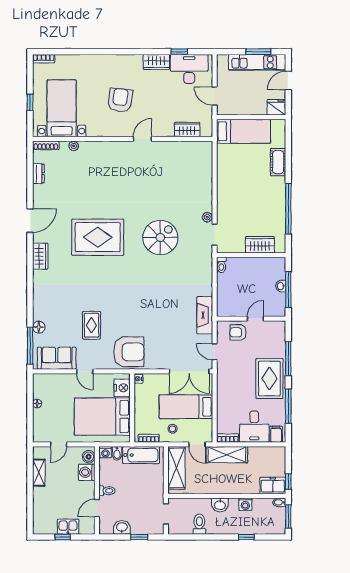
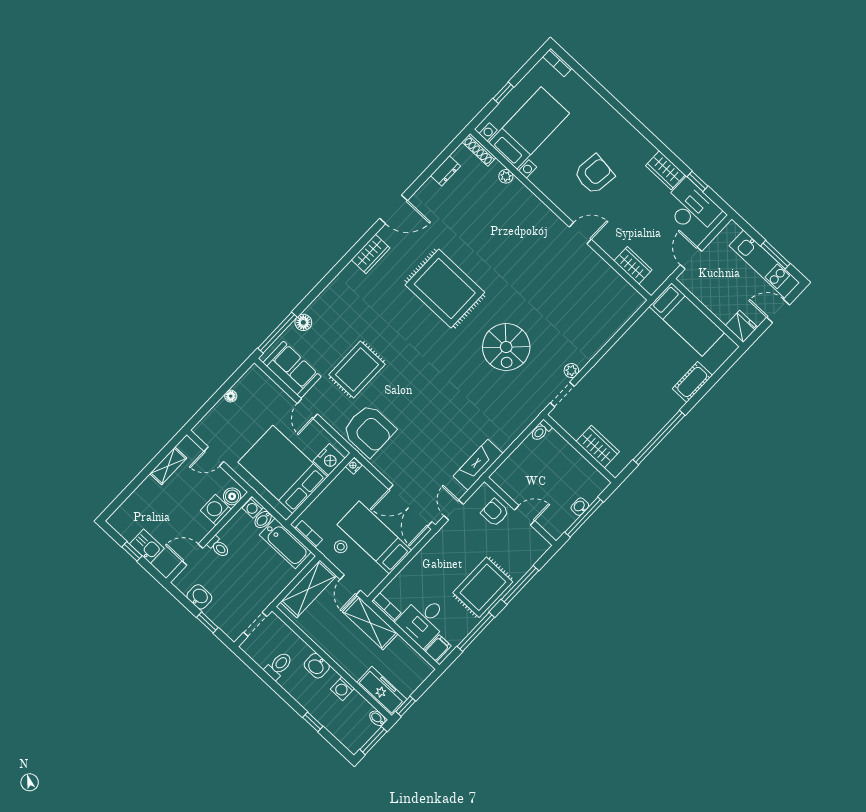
spiral stairs: (160, 238) -> (506, 347), turned 90
rug: (92, 325) -> (357, 370), width x1.36, depth x1.43
freezer: (273, 485) -> (382, 691), width x1.40

